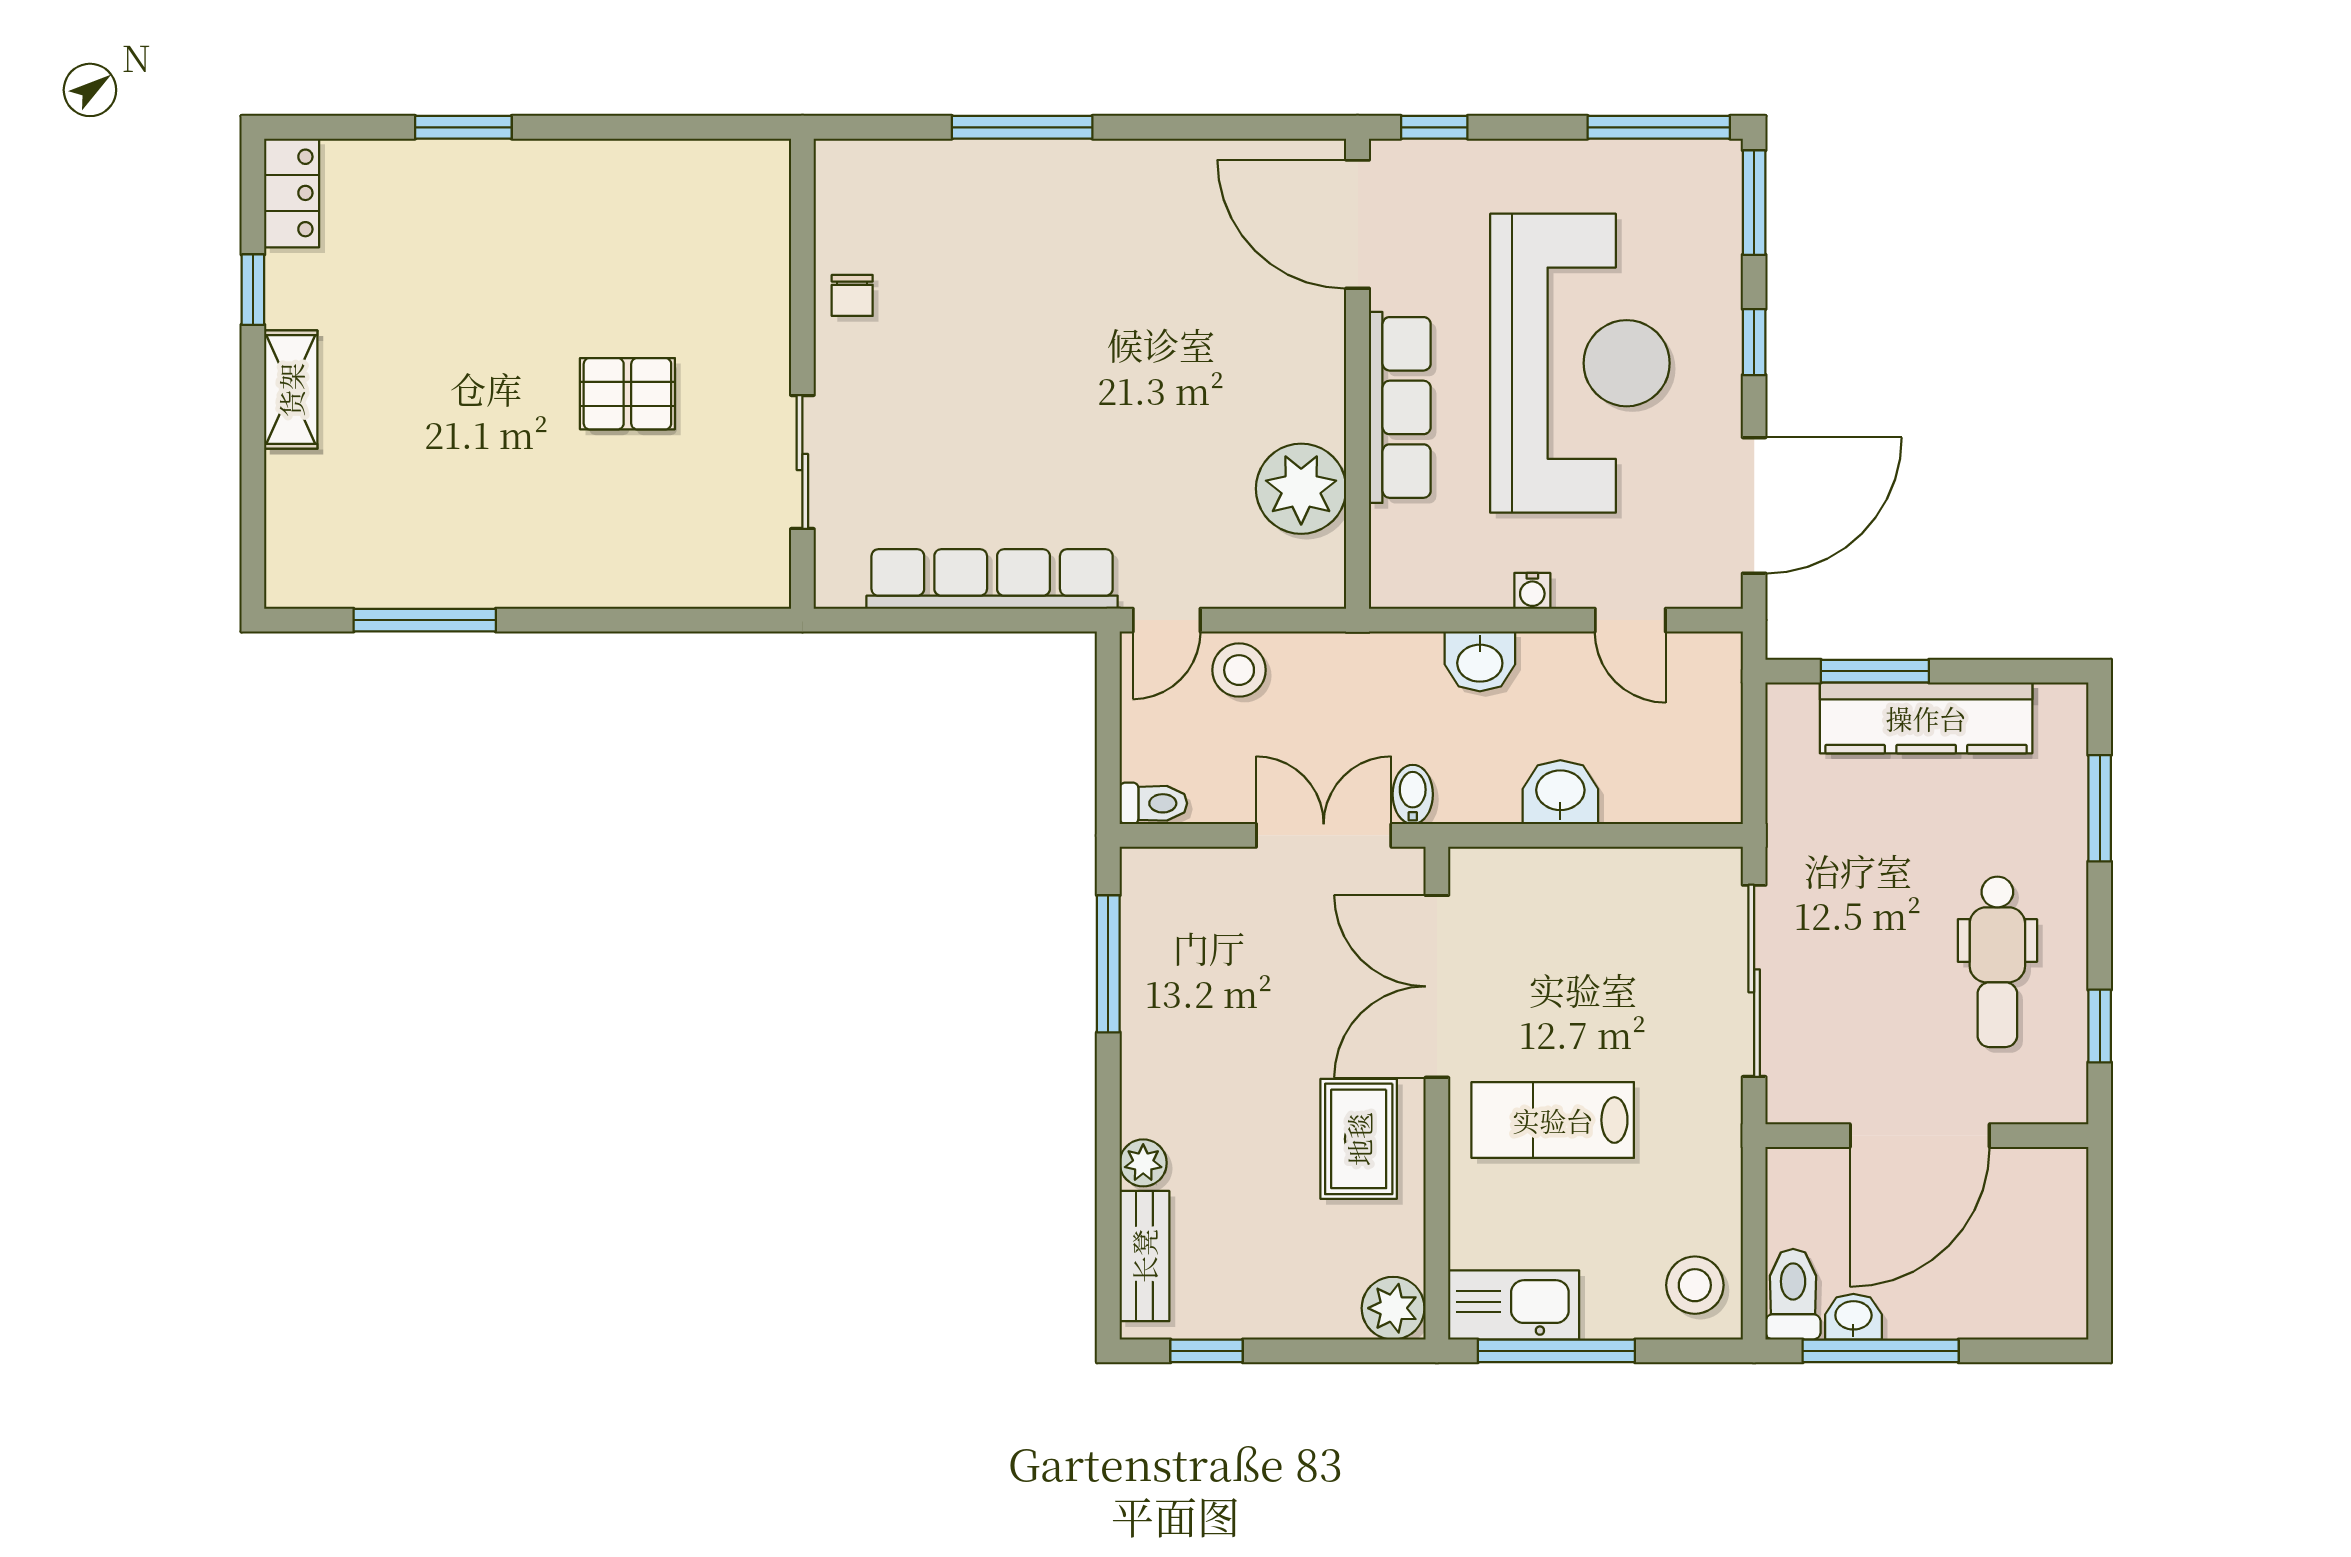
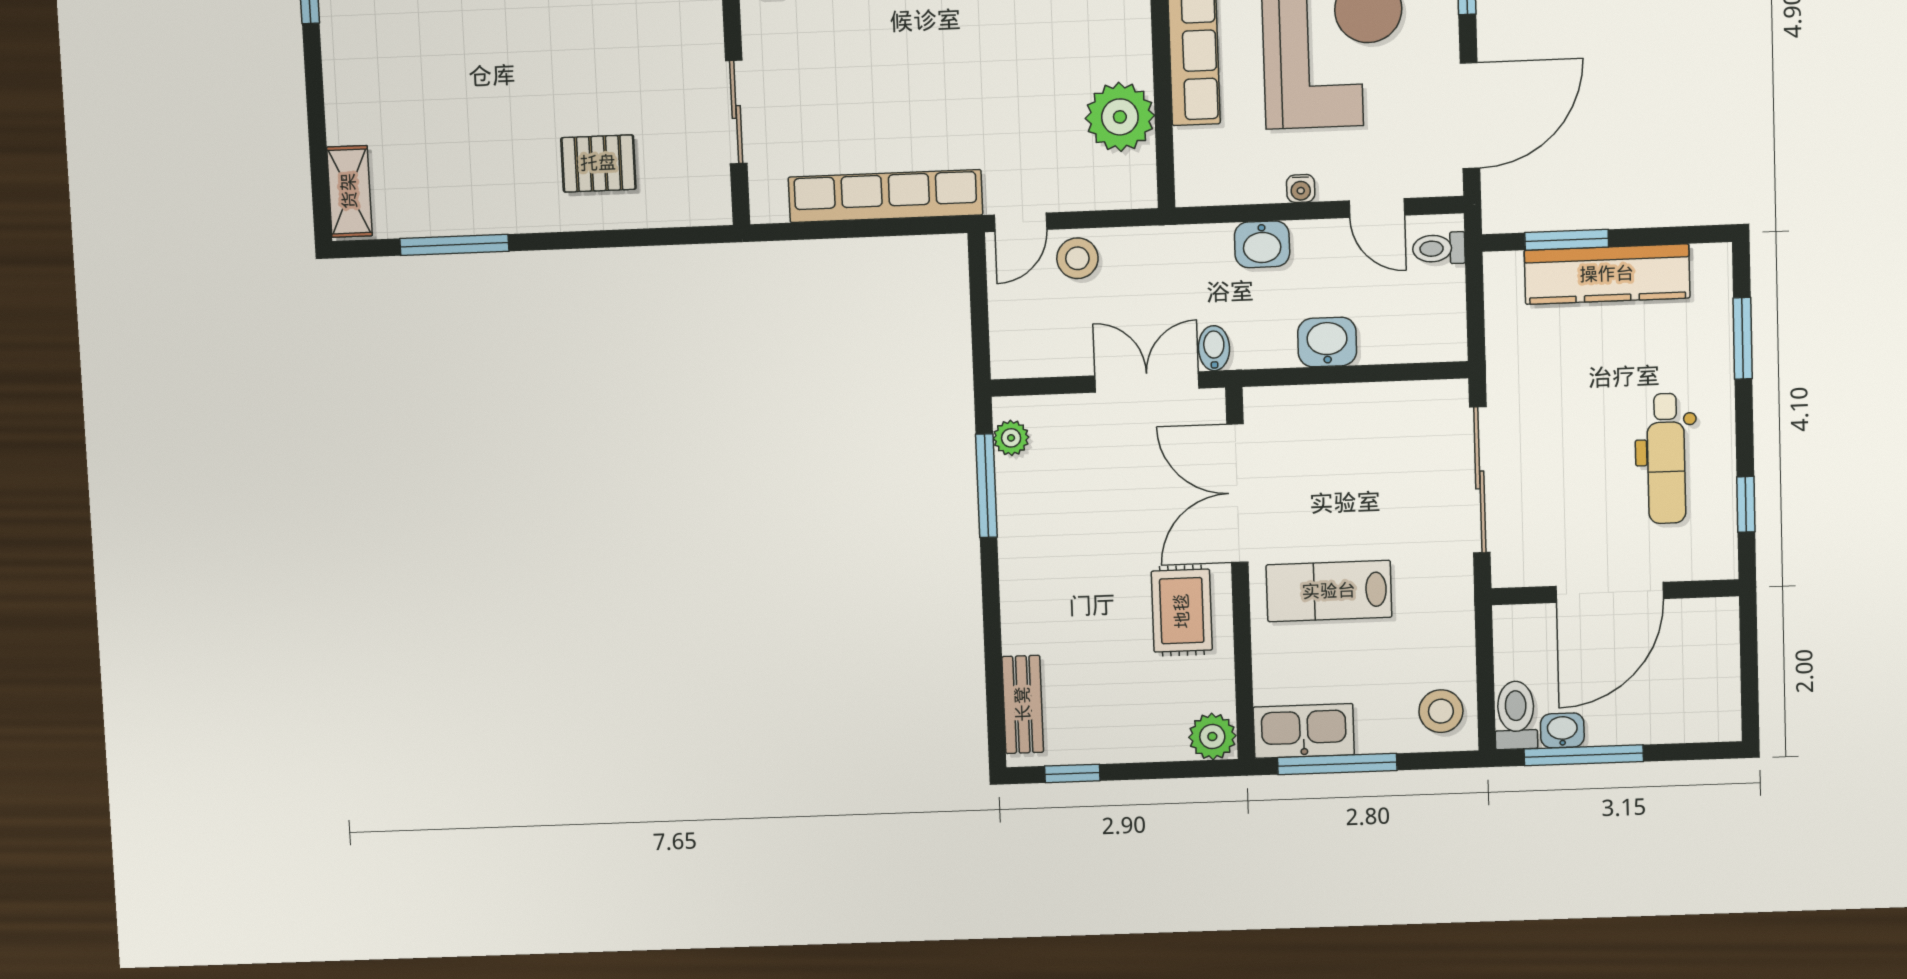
shelving: (291, 390) -> (349, 191), moved
pallet: (627, 394) -> (598, 163), moved
toilet: (1153, 803) -> (1439, 248), moved, turned 180
plant: (1143, 1163) -> (1011, 438), moved

